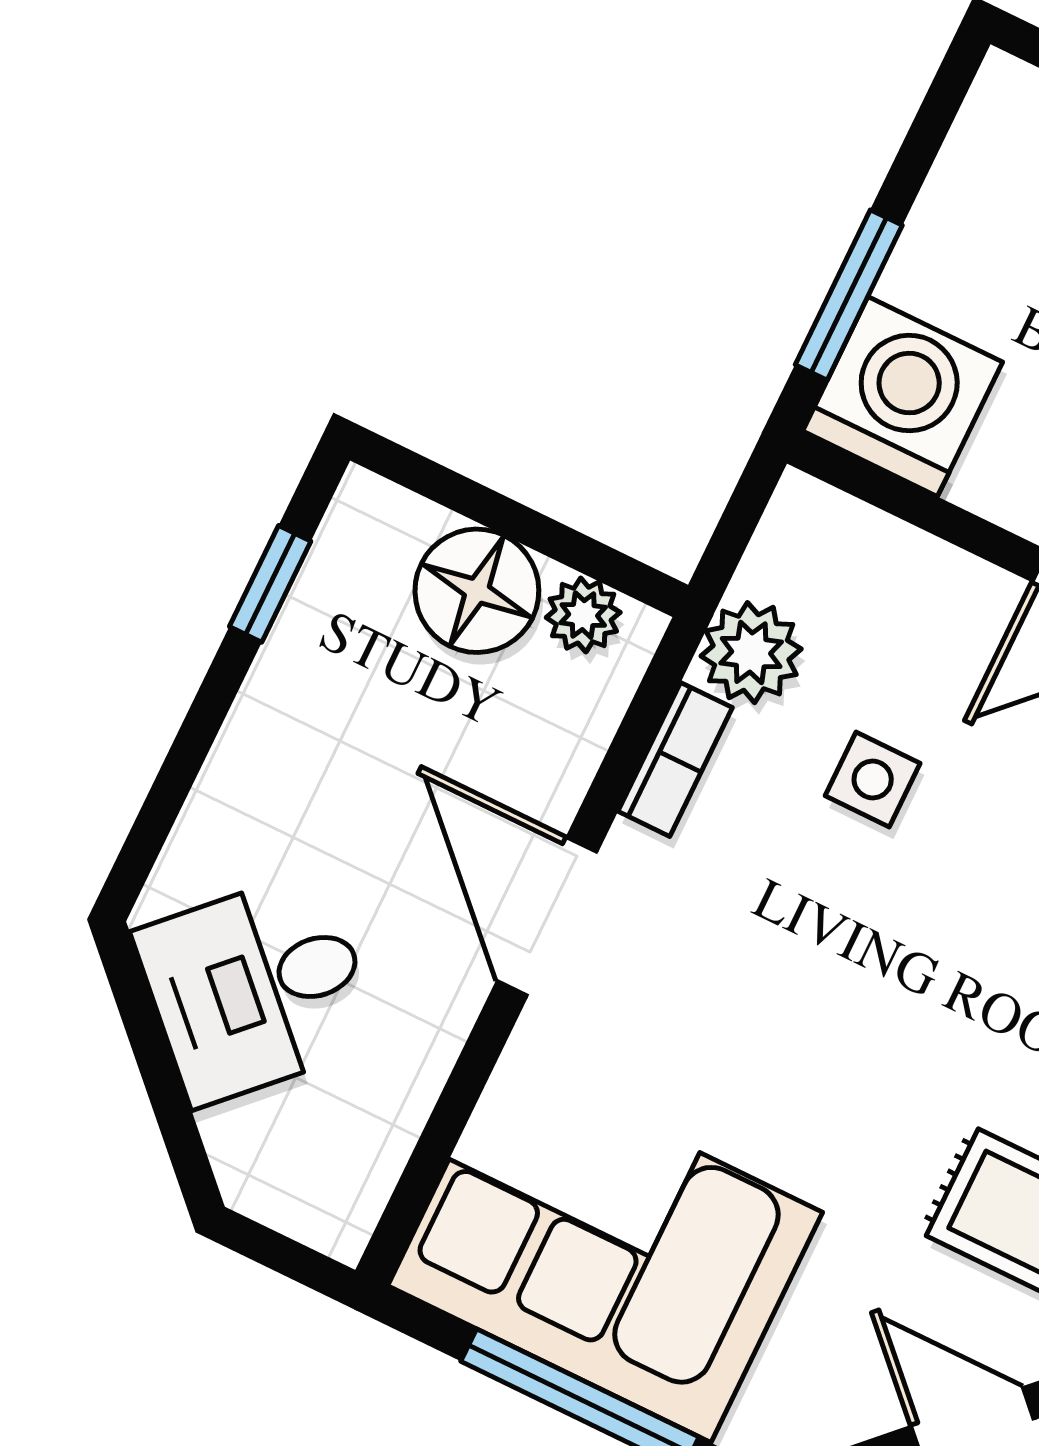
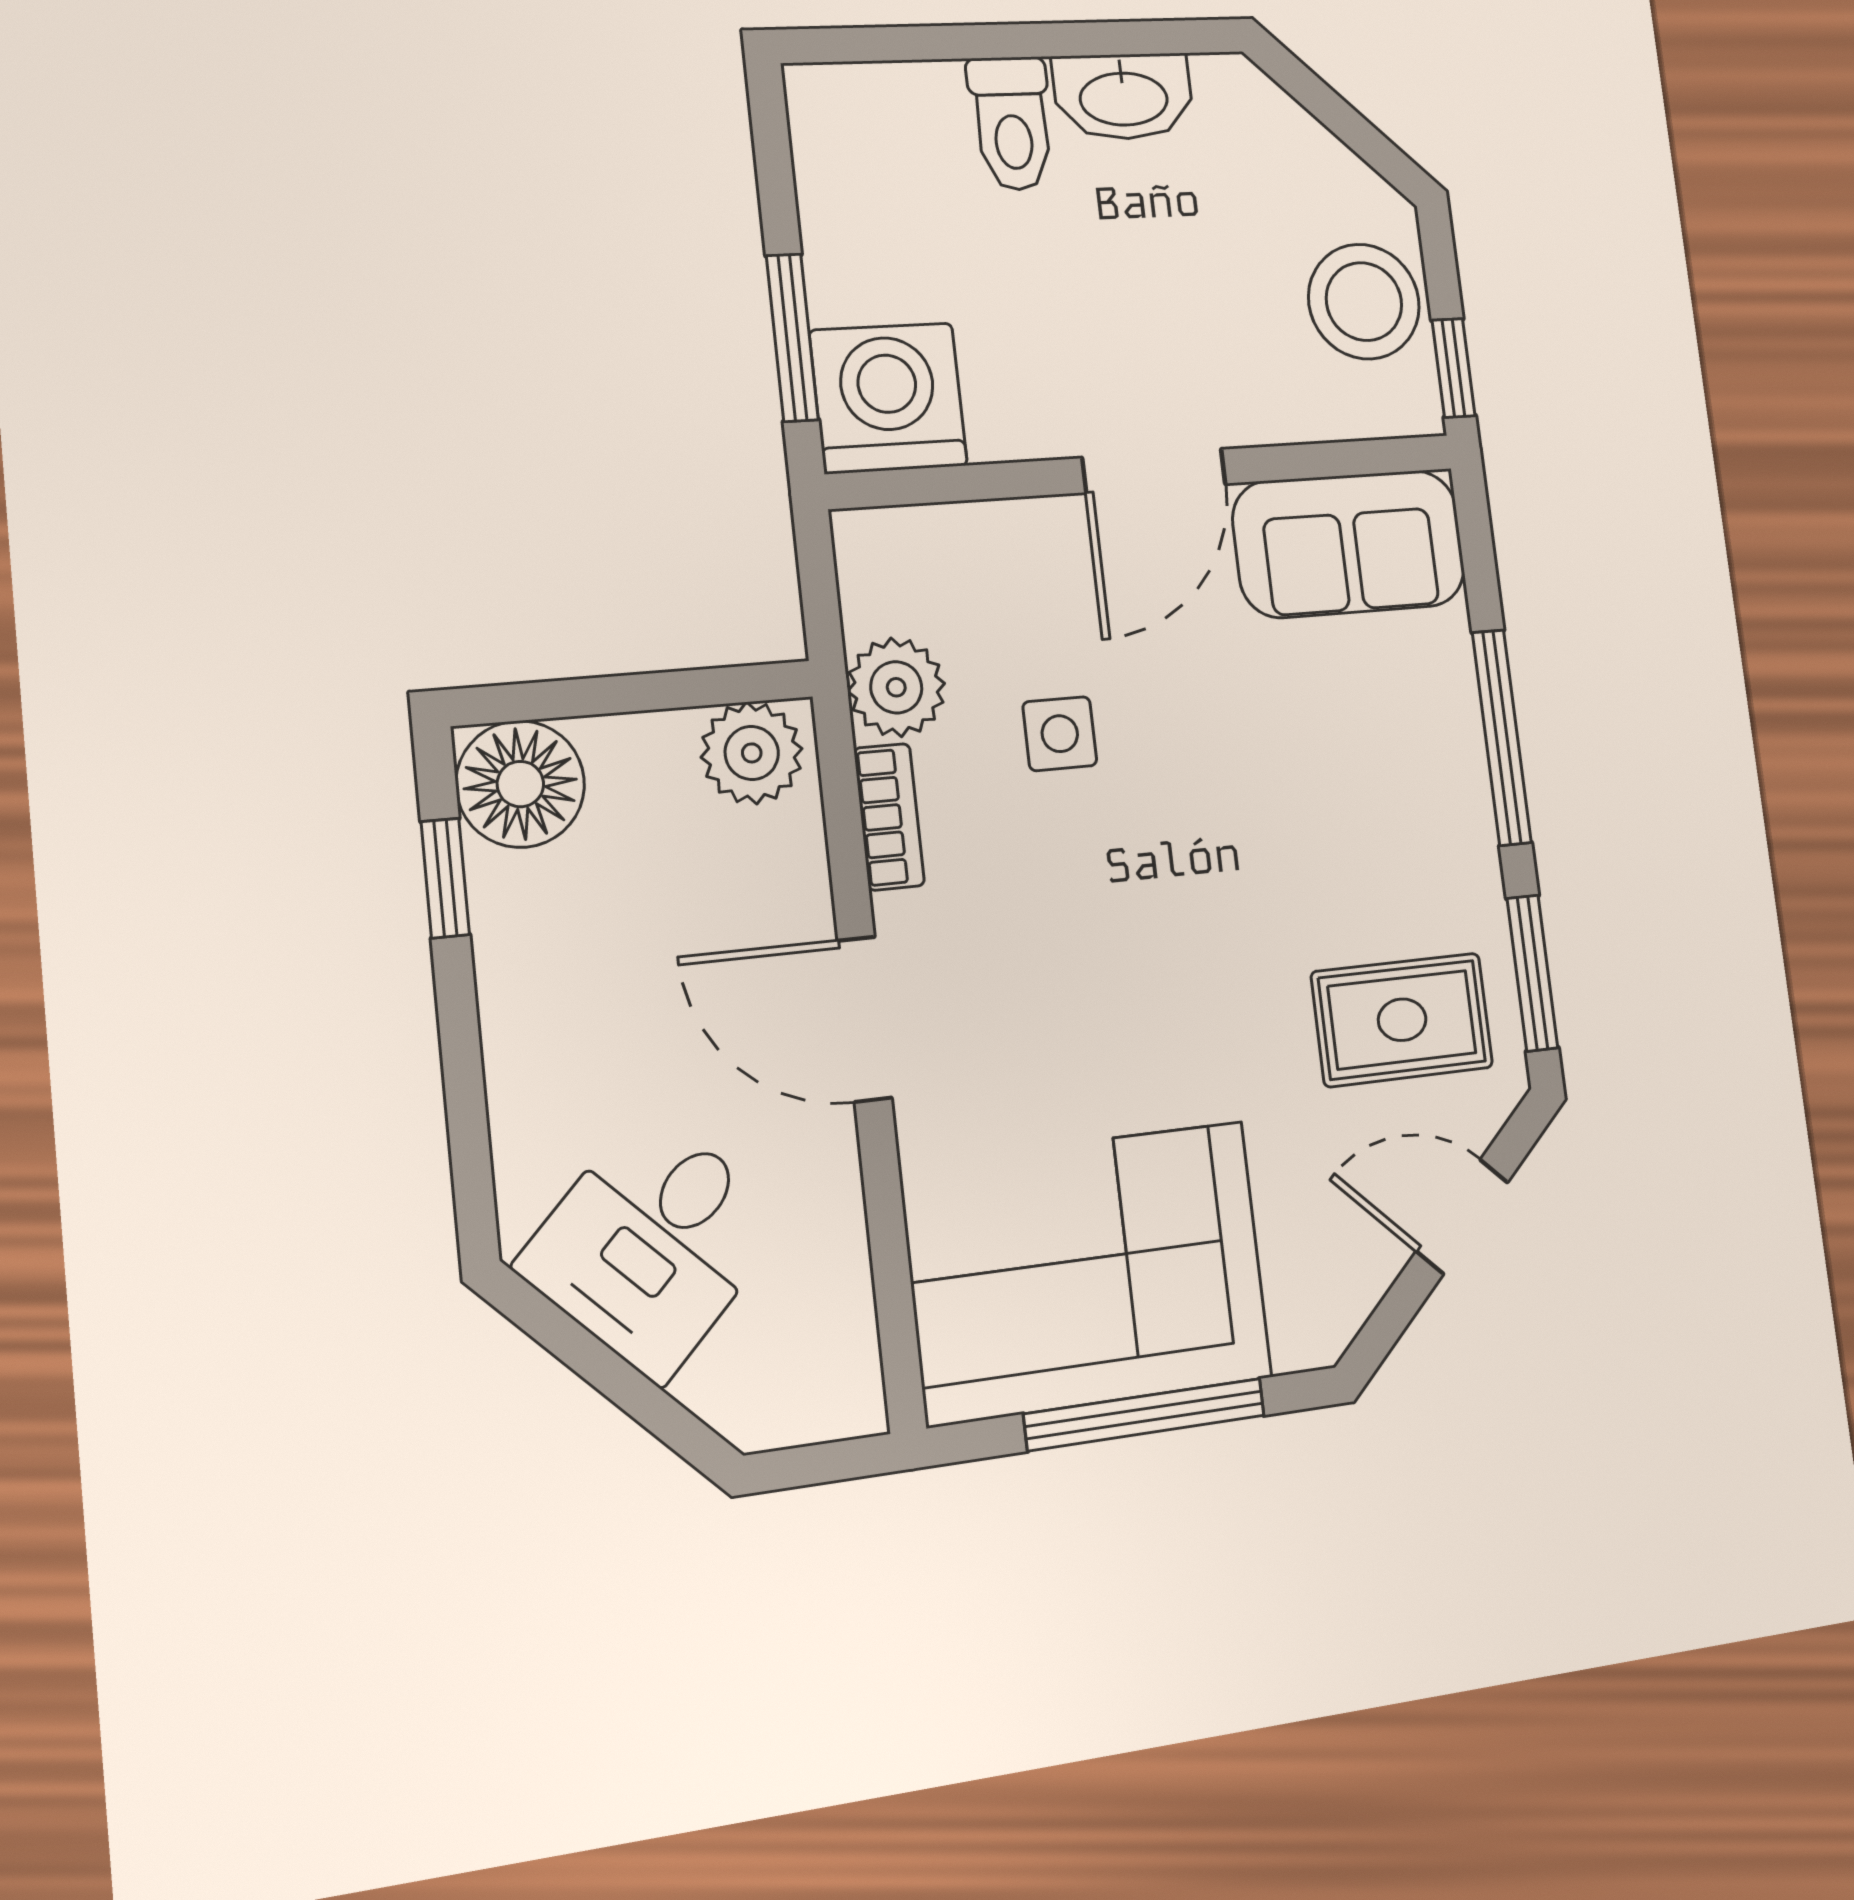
floor lamp: (477, 591) -> (520, 784), moved
plant: (583, 615) -> (752, 753), width x1.38, depth x1.38

